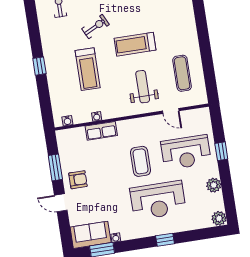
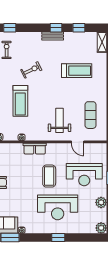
treadmill: (135, 44) -> (77, 71), moved, turned 180
row of seats: (101, 131) -> (35, 149), moved

